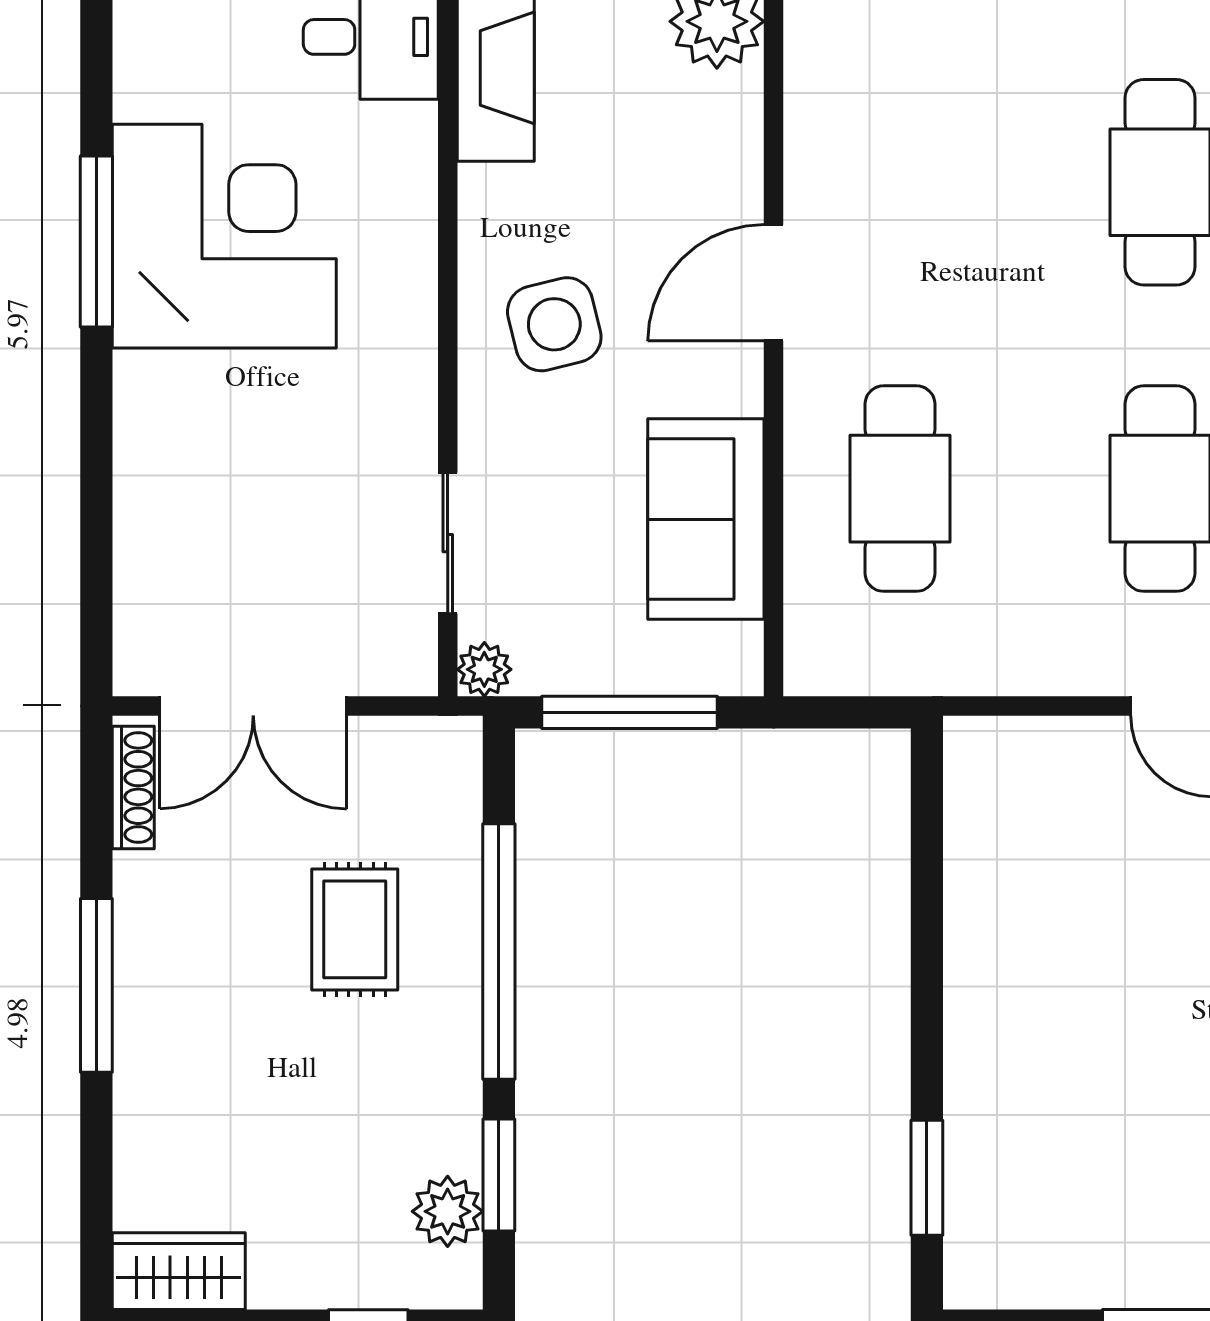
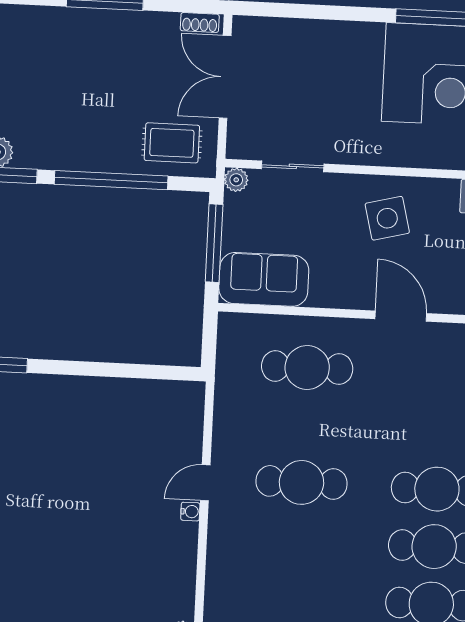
sofa: (706, 519) -> (264, 279), moved
shoe rack: (133, 787) -> (200, 22), width x0.70
rug: (355, 929) -> (172, 143), moved

